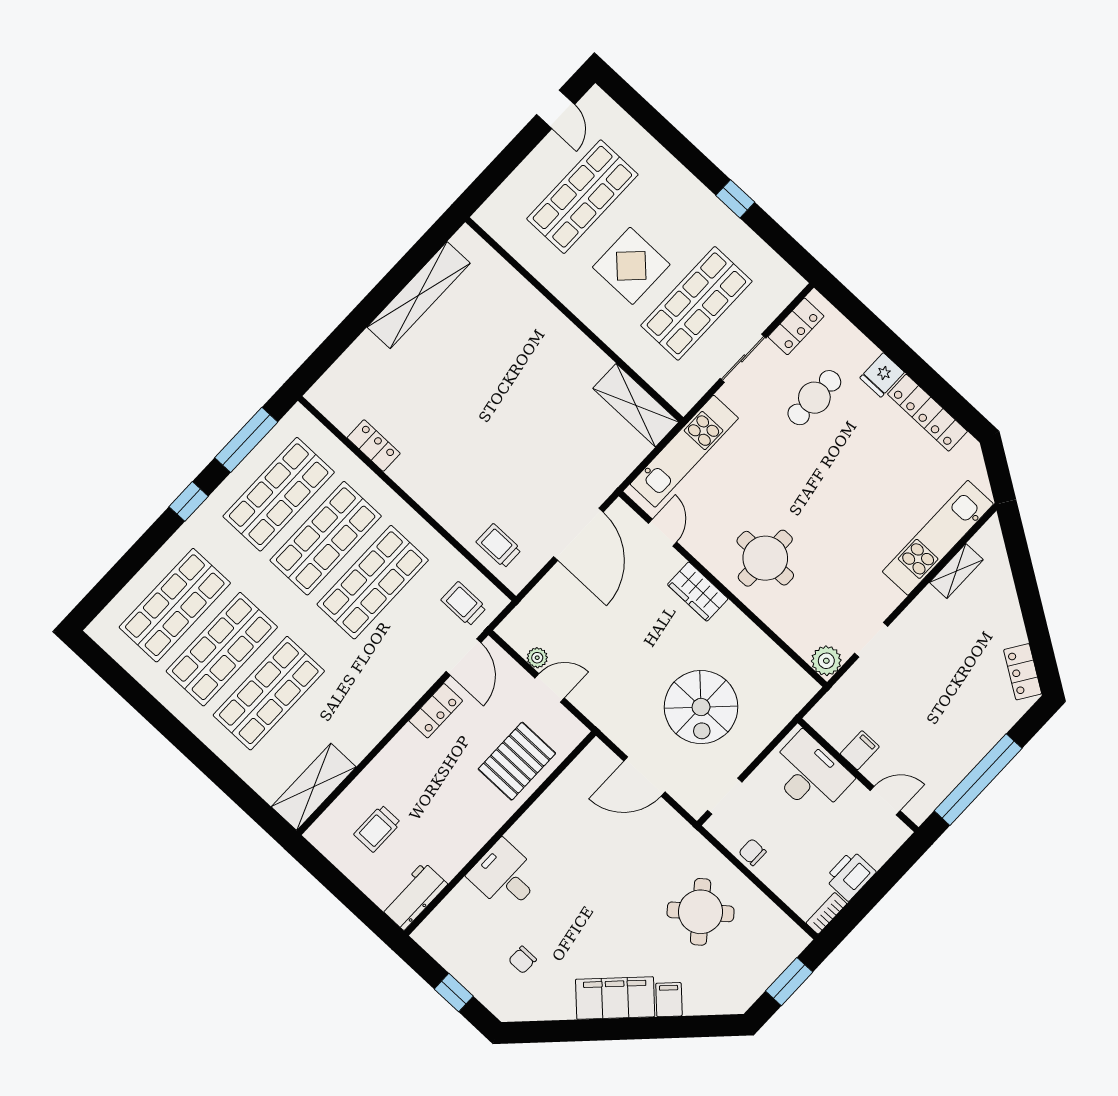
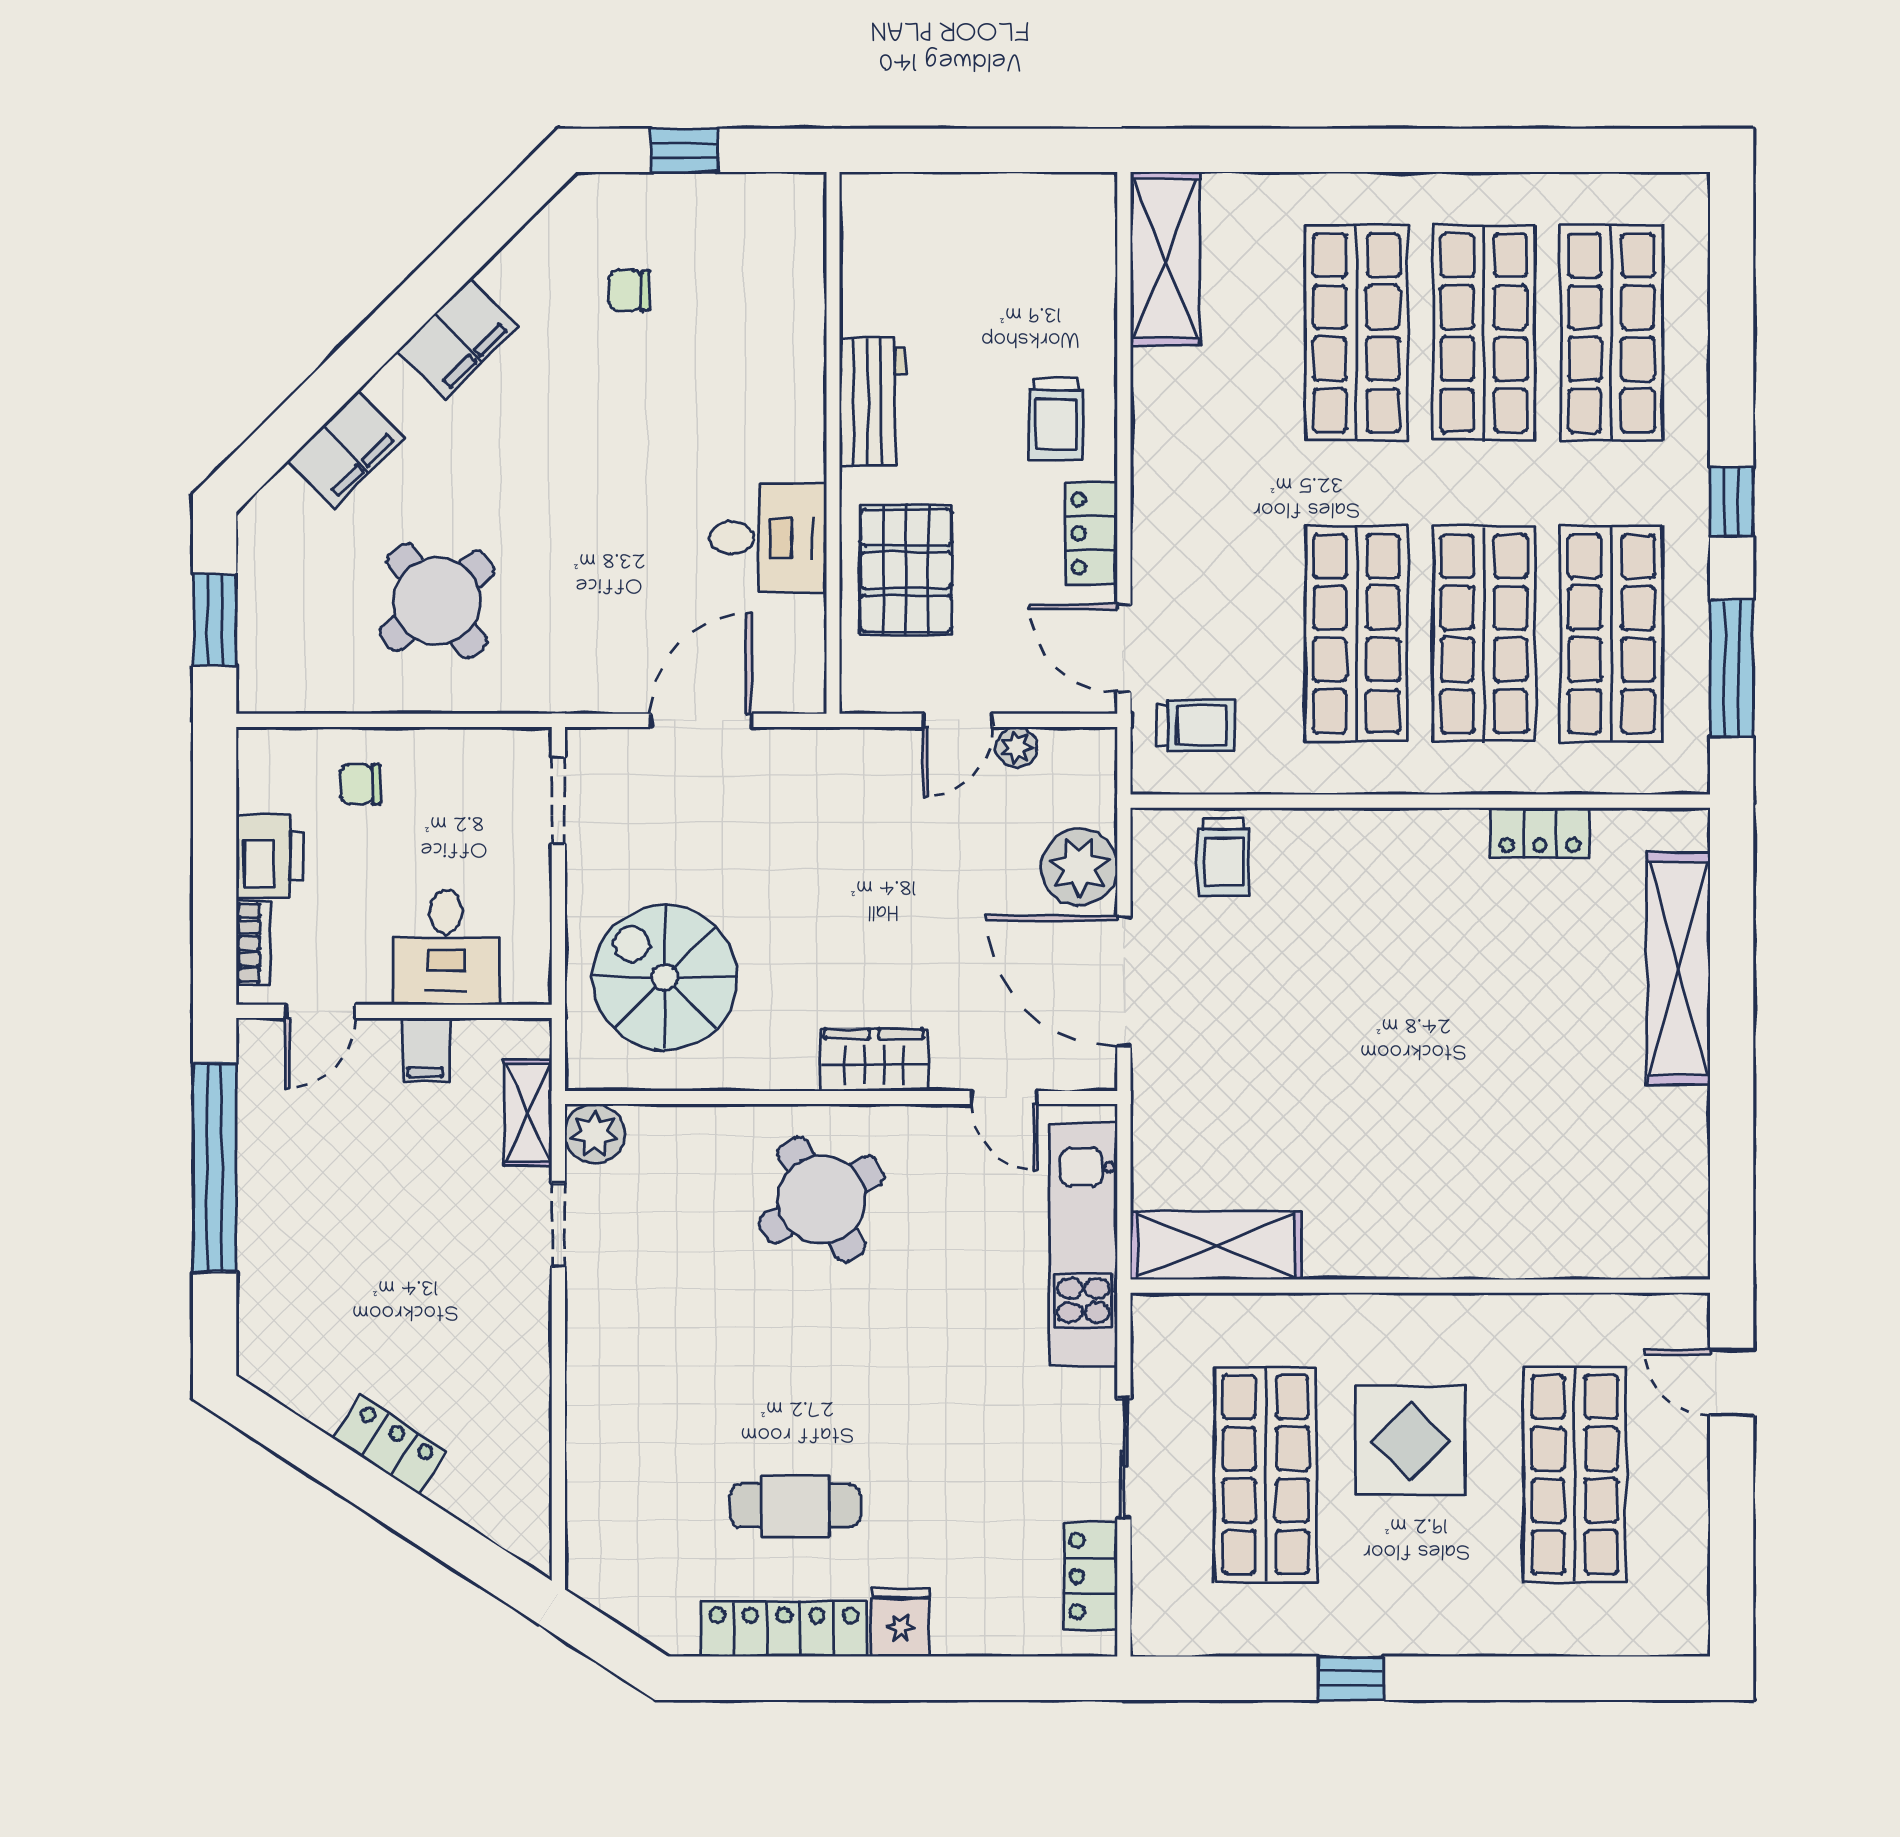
door: (556, 109) -> (1732, 1382), moved
shelving: (419, 295) -> (1678, 969), moved
cafe table: (814, 398) -> (795, 1506), moved, turned 90
kitchen unit: (938, 538) -> (600, 1462), removed
trolley: (499, 546) -> (1223, 857), turned 90
round table: (765, 558) -> (822, 1200), turned -30
shelving: (956, 571) -> (528, 1113), moved
plant: (555, 592) -> (1079, 867), added
locker: (1023, 672) -> (390, 1444), moved
spiral stairs: (701, 707) -> (665, 977), moved
desk: (810, 774) -> (446, 947), width x0.73
trolley: (377, 829) -> (1056, 419), moved, turned 180
chair: (752, 852) -> (360, 784), moved, turned 180
desk: (505, 876) -> (768, 538), moved
workbench: (414, 896) -> (872, 402), moved
bookcase: (826, 913) -> (253, 943), moved
chair: (522, 960) -> (629, 291), turned -90
filing cabinet: (615, 998) -> (458, 339), width x0.67, depth x0.86
filing cabinet: (669, 1000) -> (346, 449), width x2.00

